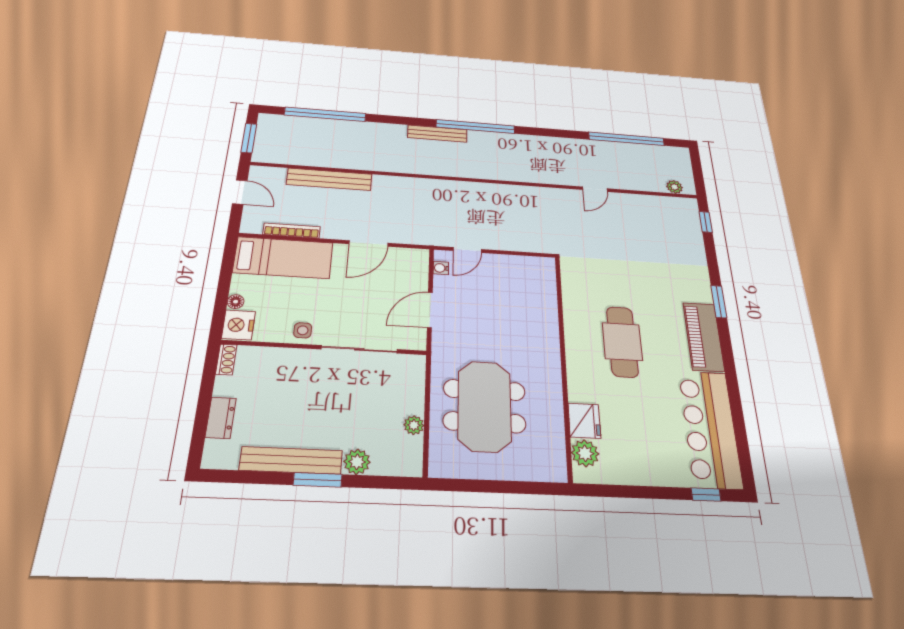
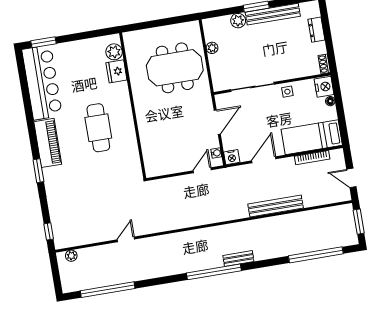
bench: (437, 134) -> (238, 258), width x0.73
bench: (329, 179) -> (276, 206), moved
nightstand: (418, 257) -> (232, 157), added
meeting table: (484, 406) -> (175, 68), turned 90
window: (706, 495) -> (44, 42), width x1.50

